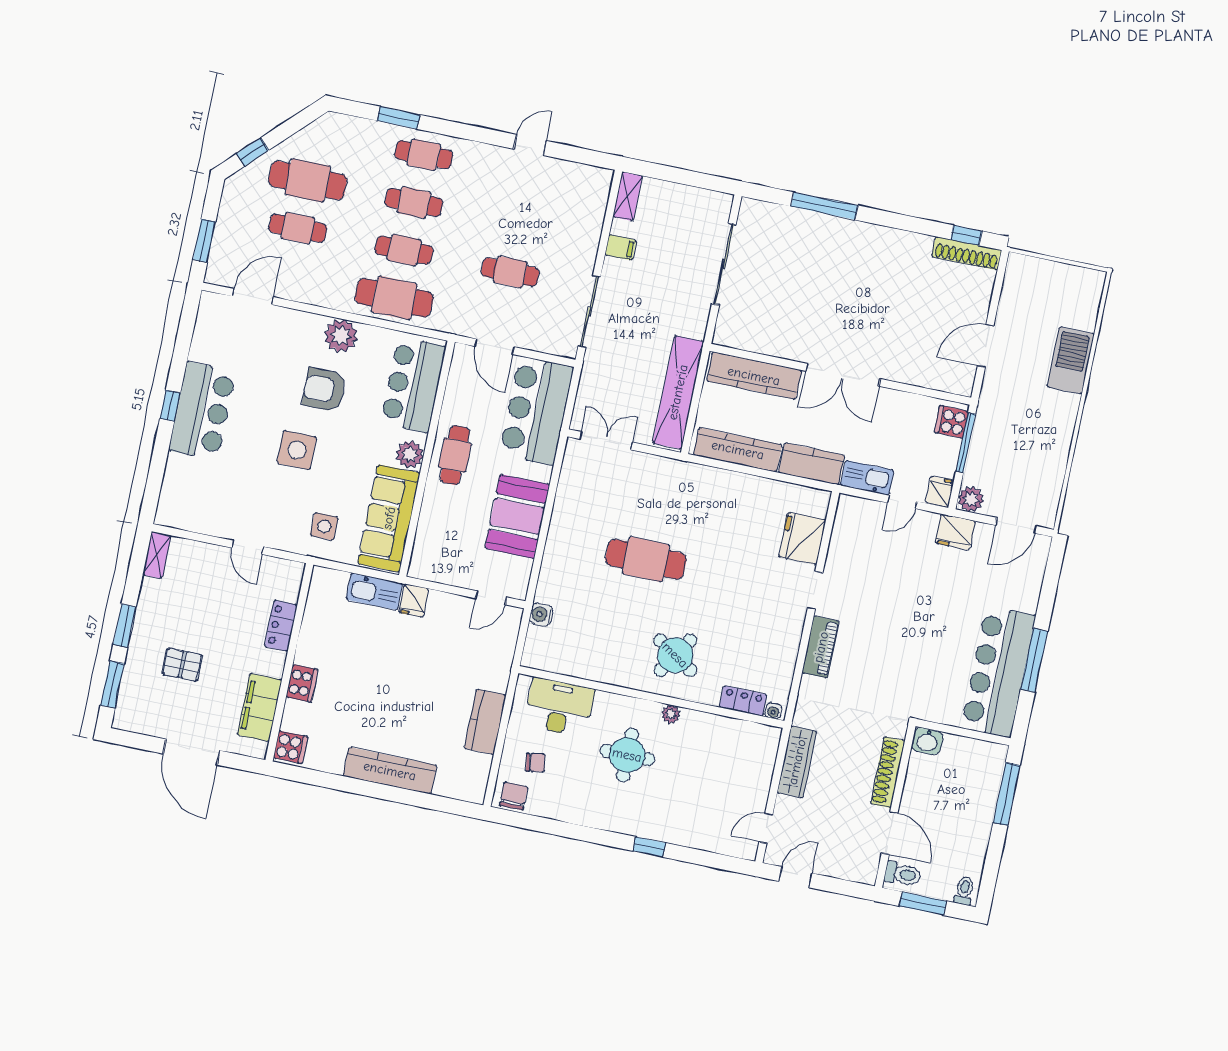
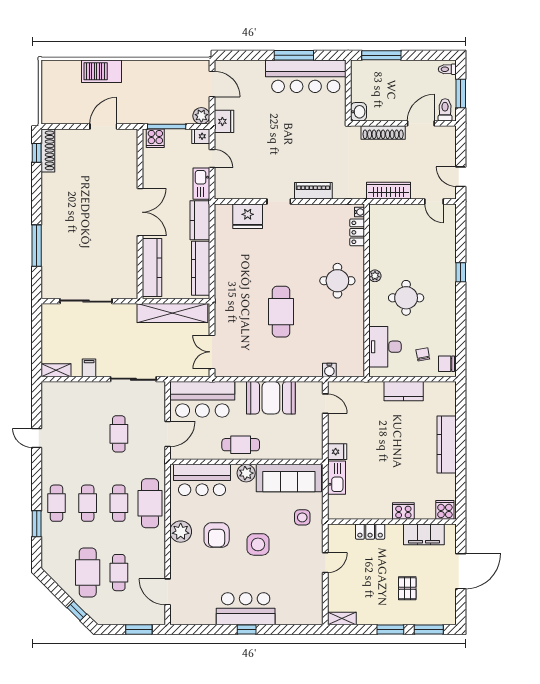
door: (986, 346) -> (103, 126), swing flipped
round table: (675, 655) -> (337, 281), turned -33

